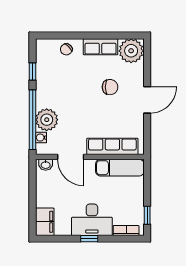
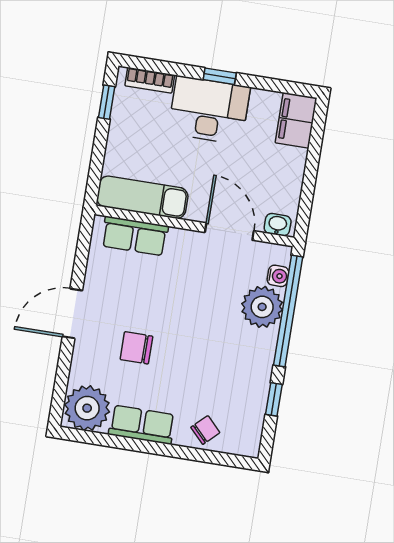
row of seats: (112, 146) -> (135, 236), width x0.68

